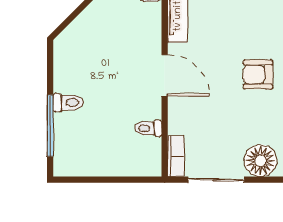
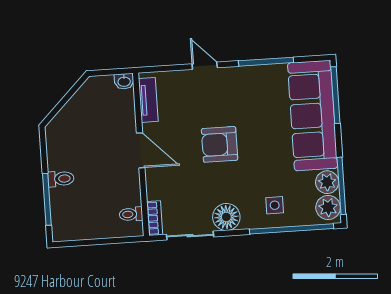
armchair: (258, 75) -> (220, 144), width x1.38, depth x1.38
toilet: (148, 128) -> (131, 214), moved

